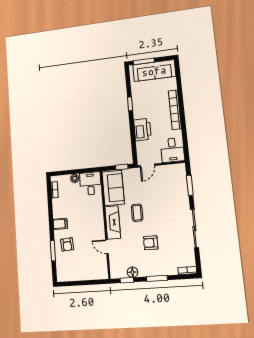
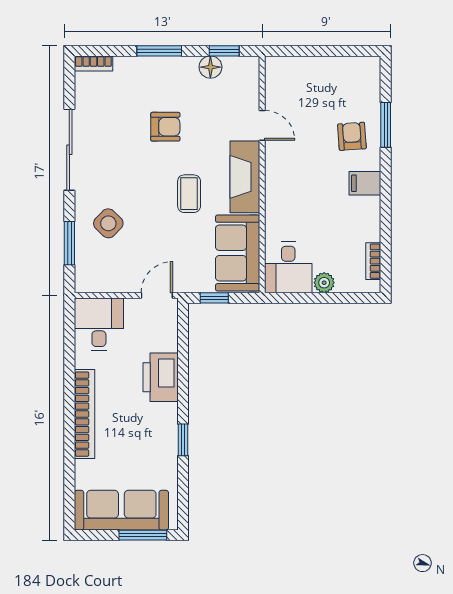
side table: (173, 196) -> (108, 223), added

